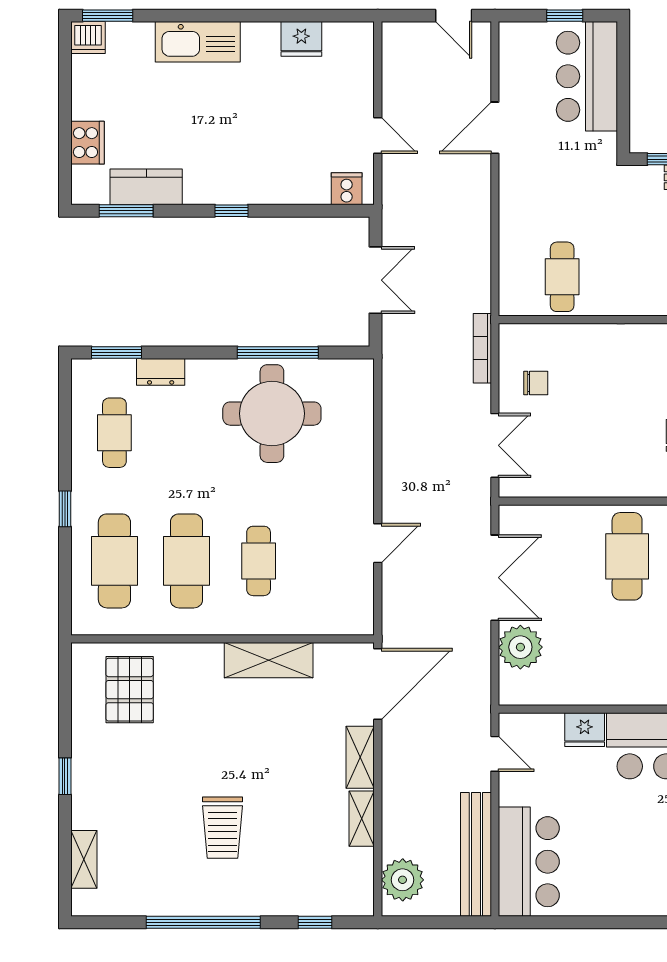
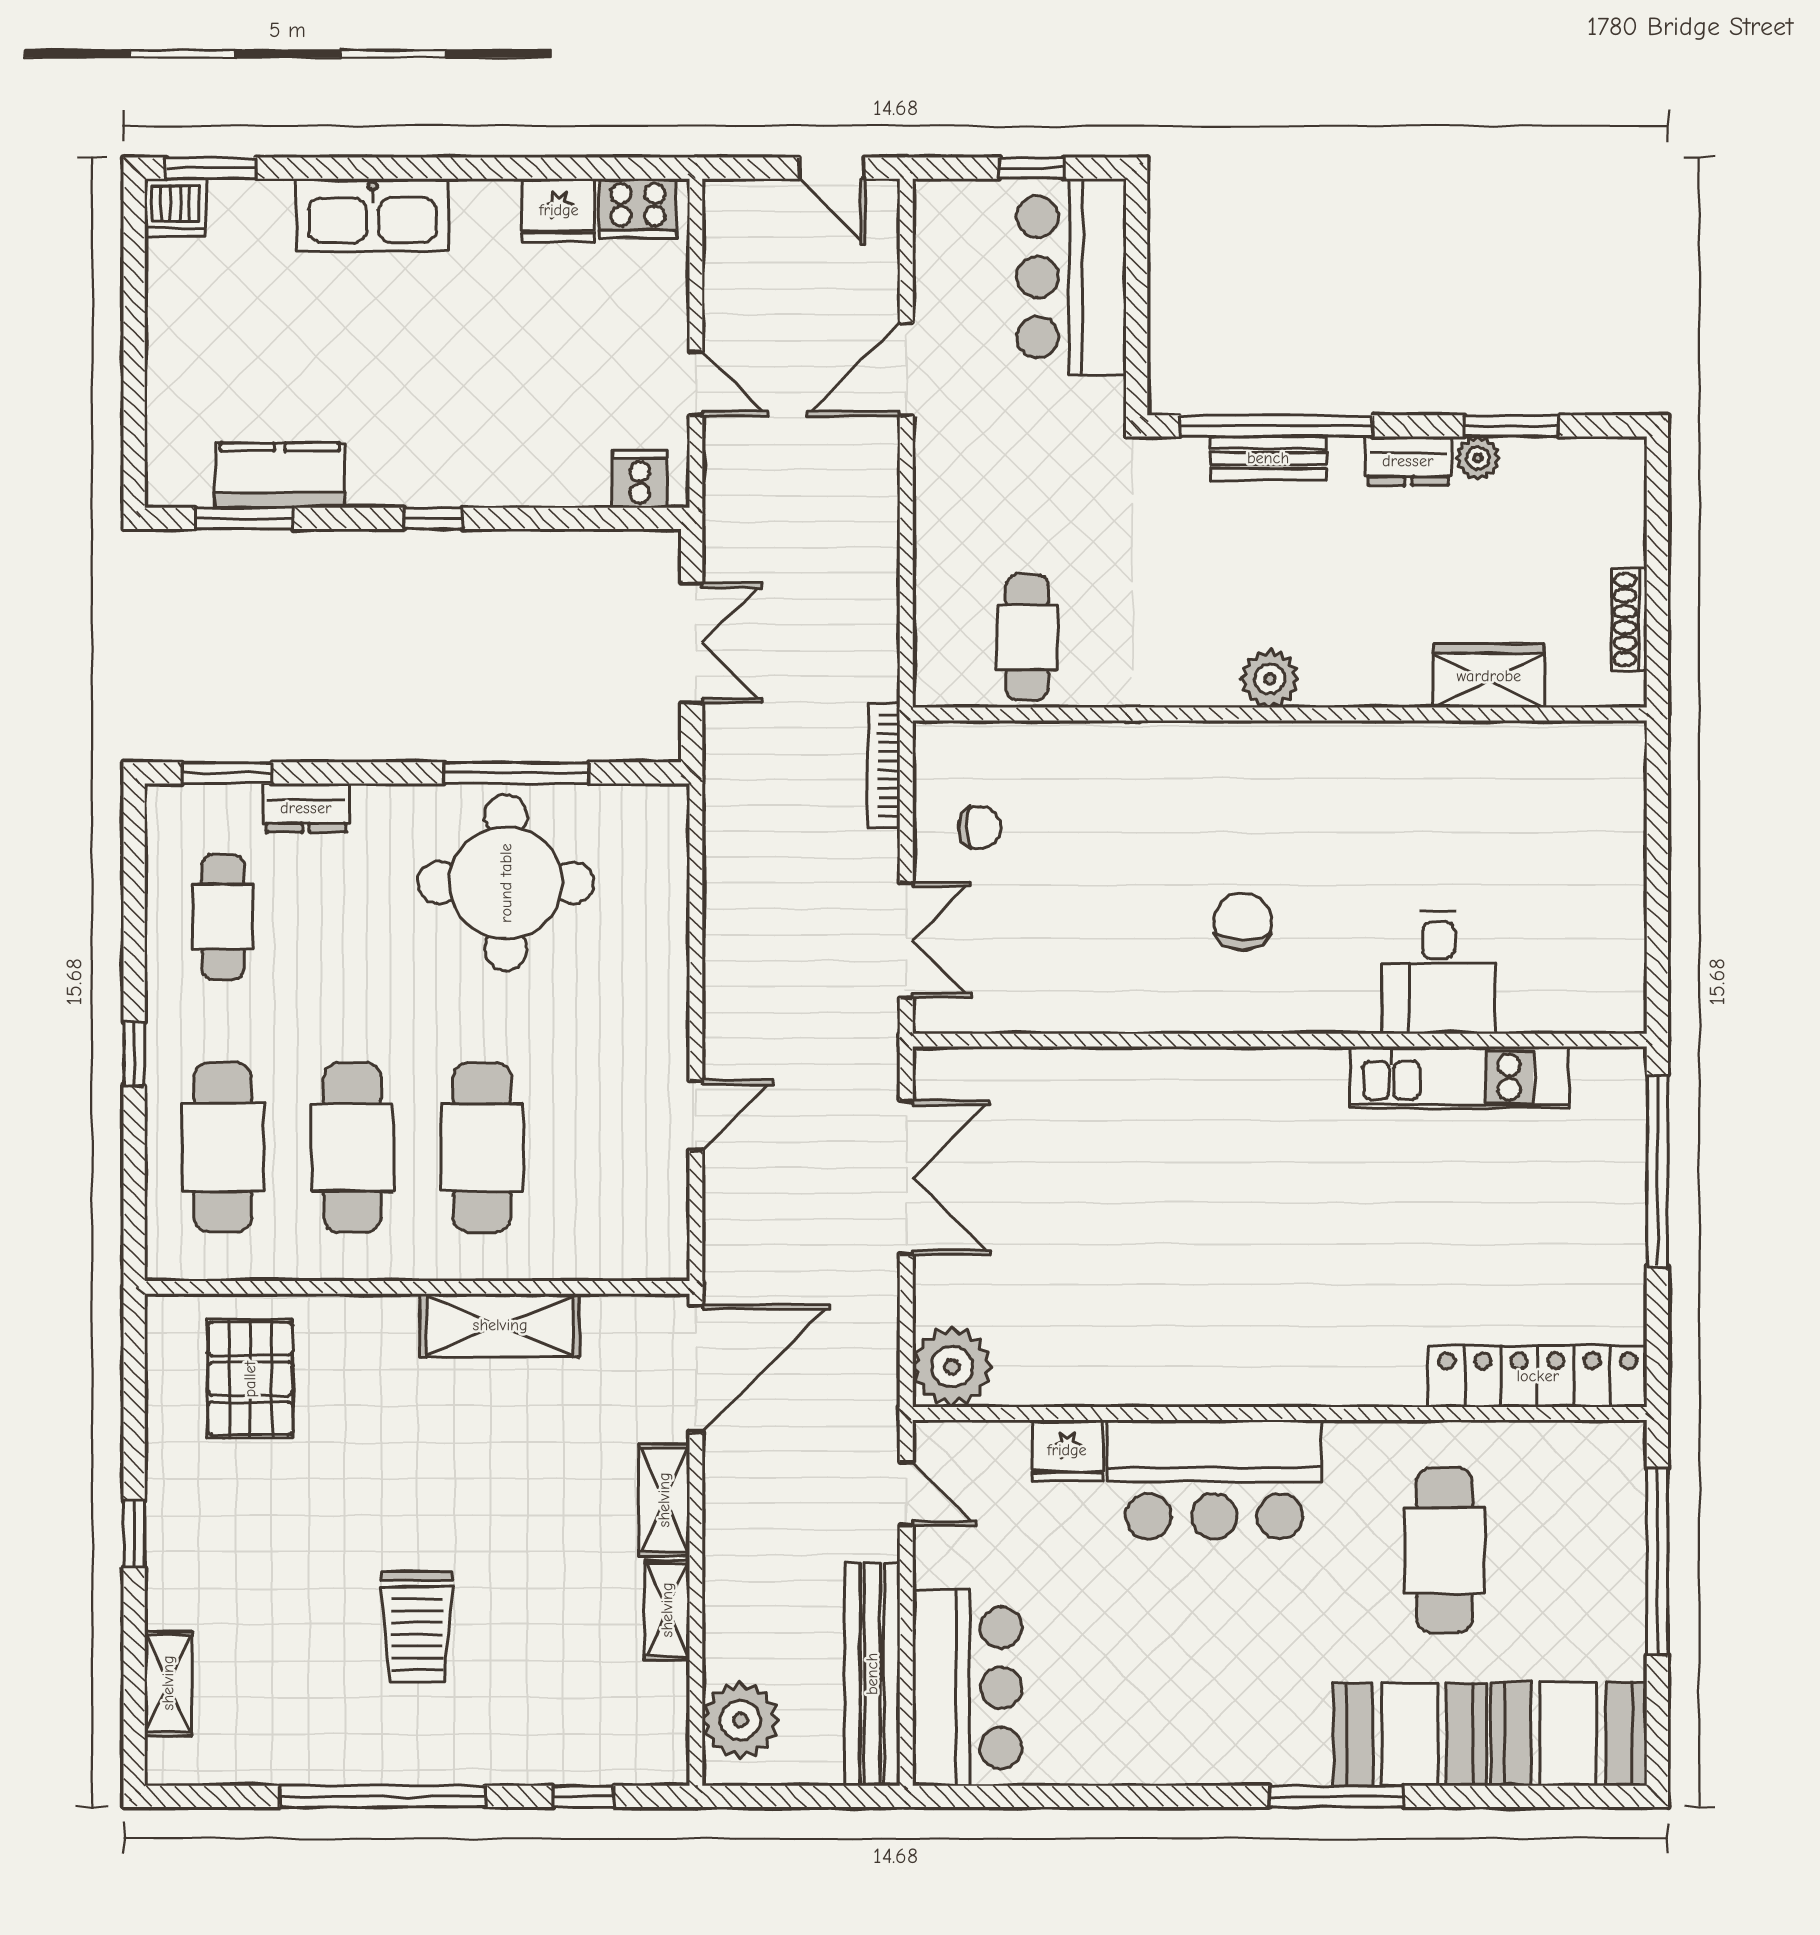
cooker: (87, 143) -> (638, 208), moved, turned 90
cafe table: (627, 556) -> (1144, 1139), removed
cafe table: (259, 561) -> (482, 1147), width x1.37, depth x1.35
plant: (520, 647) -> (952, 1367), moved

